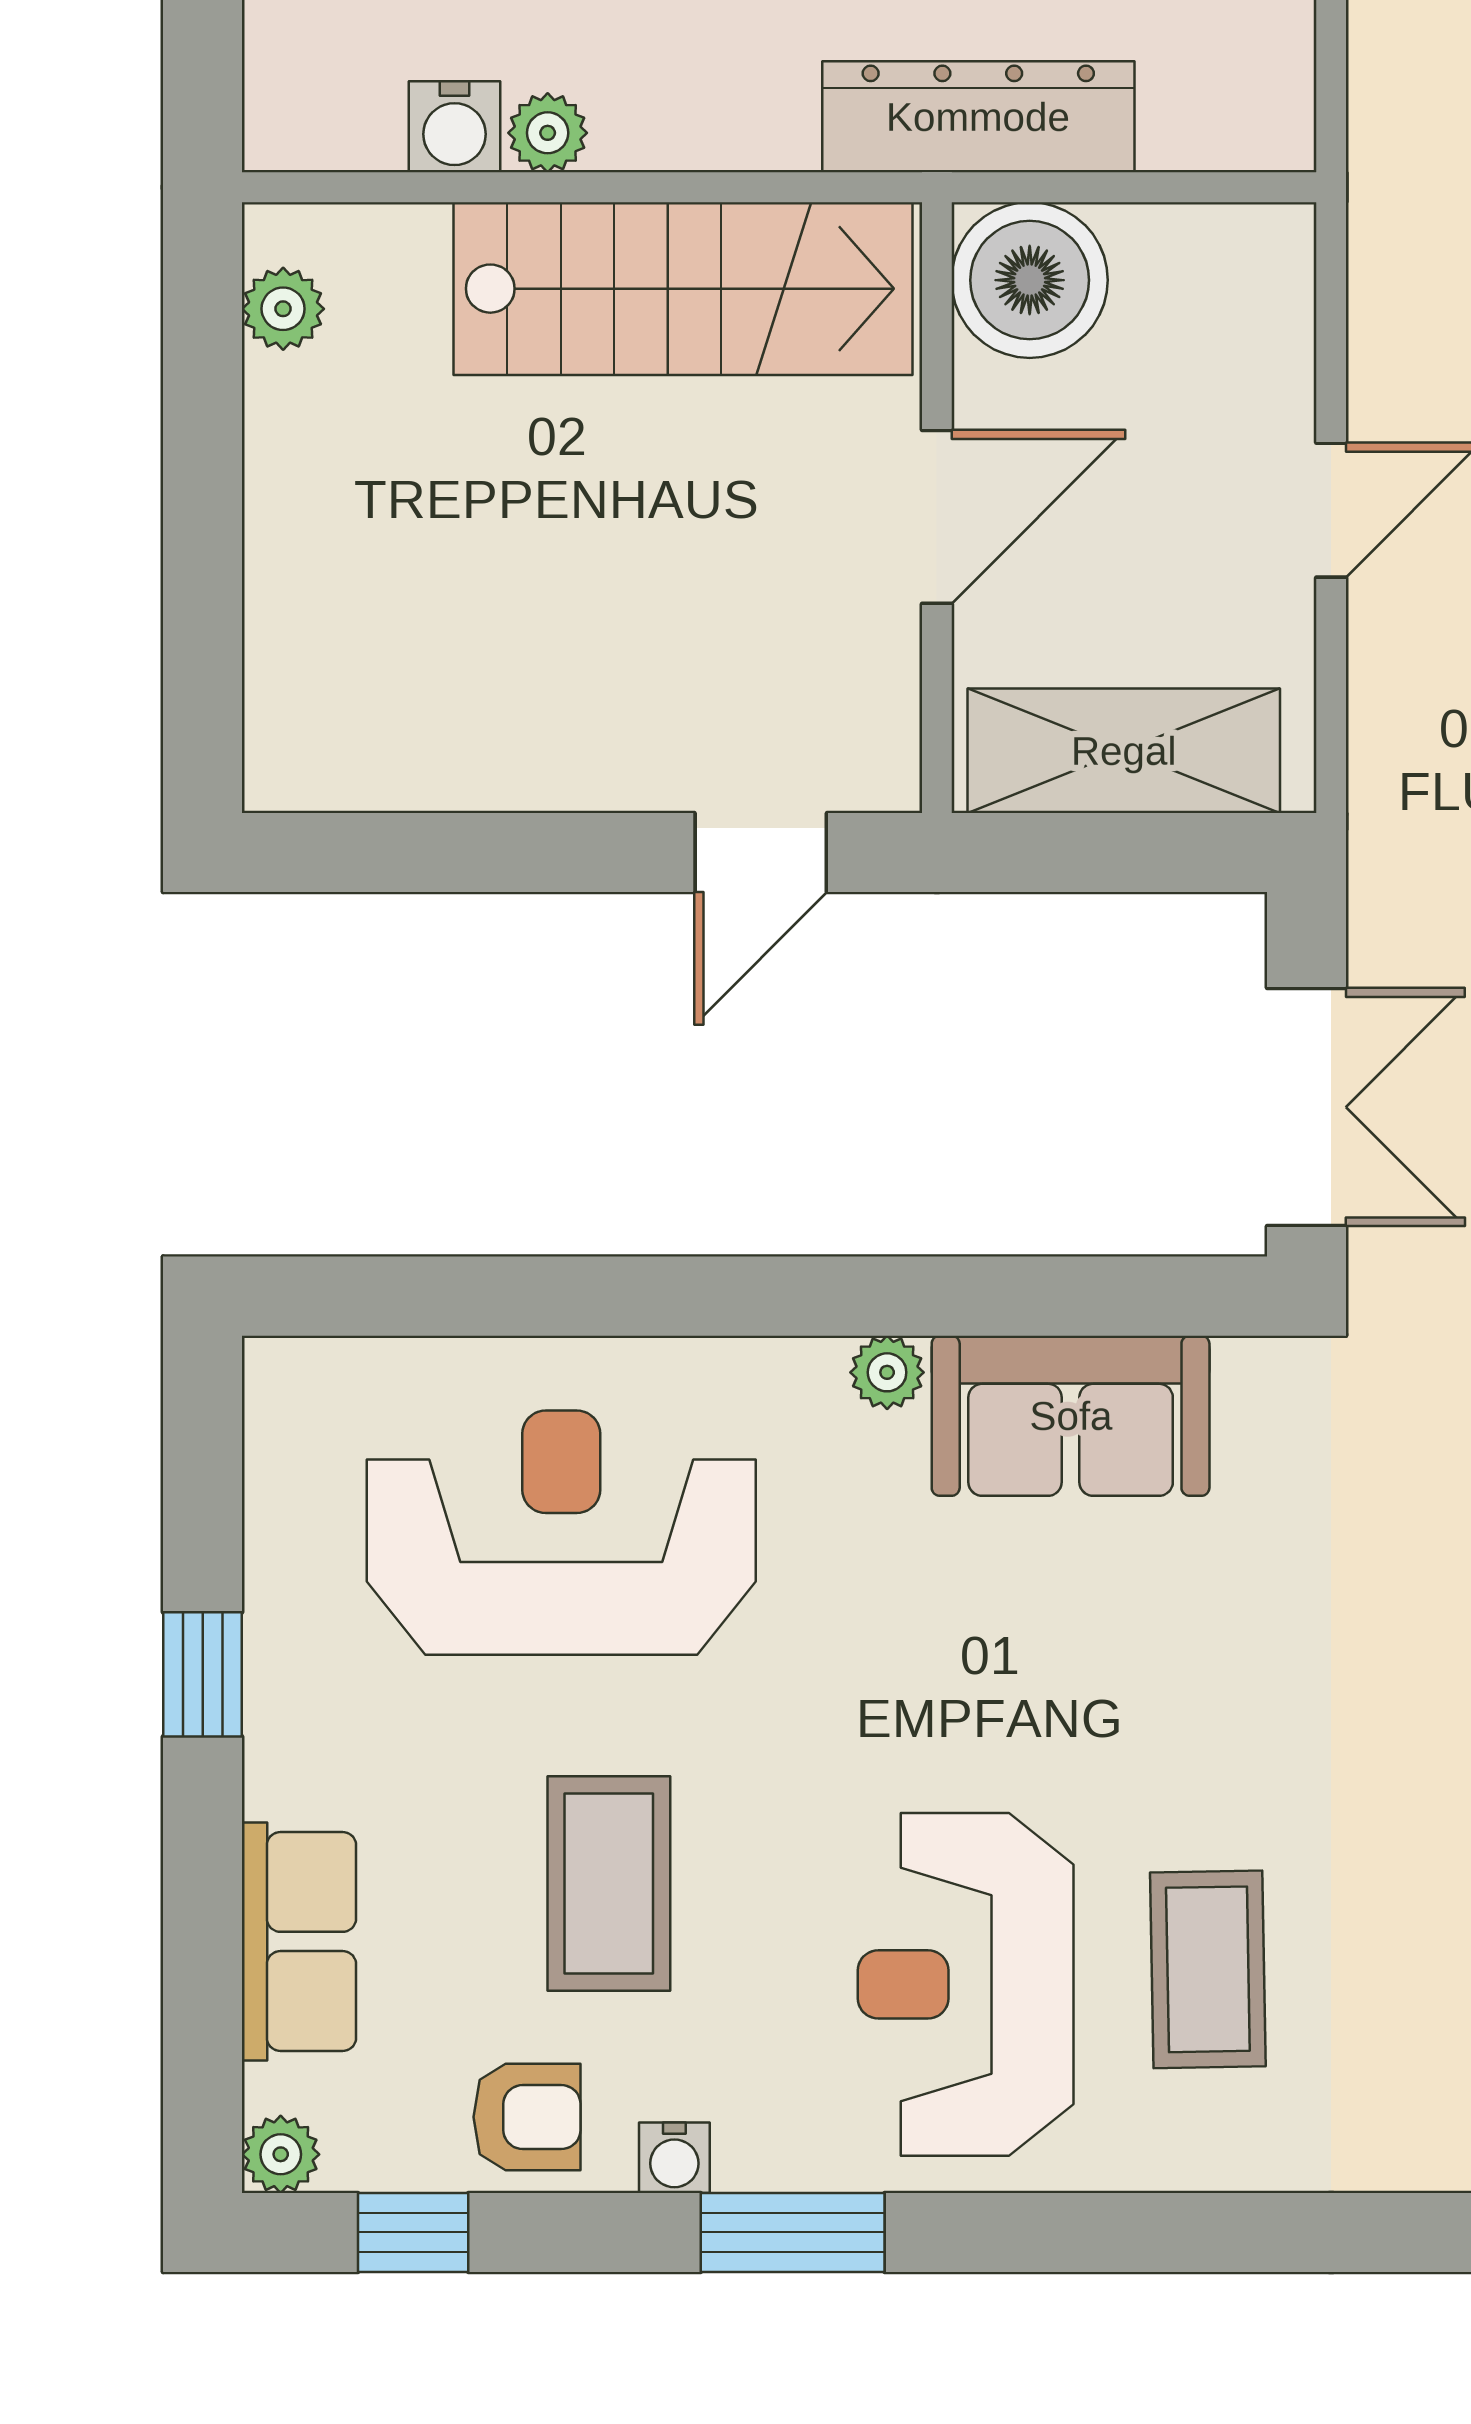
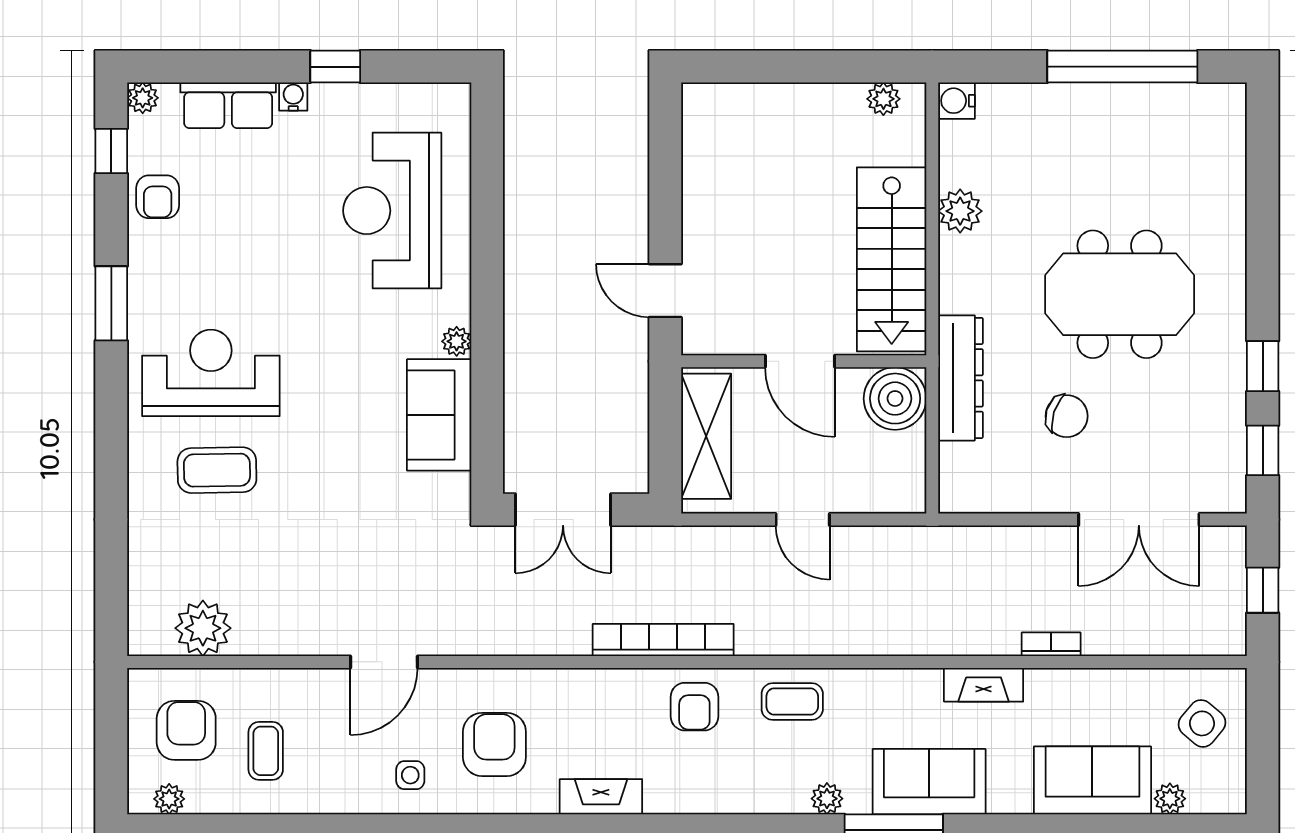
water cooler: (454, 127) -> (957, 101), moved
plant: (548, 133) -> (960, 211), width x1.38, depth x1.38
reception desk: (561, 1533) -> (392, 211), turned 180
coffee table: (609, 1883) -> (251, 230), removed
water cooler: (674, 2158) -> (293, 97), moved, turned 90

